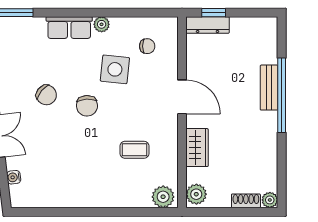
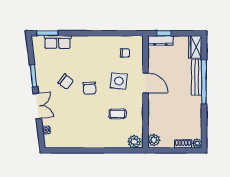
plant: (102, 24) -> (98, 40), removed
row of seats: (69, 28) -> (58, 42), moved
side table: (115, 69) -> (119, 81), moved
bench: (269, 88) -> (197, 77), width x1.36
wardrobe: (197, 148) -> (195, 47), moved, turned 180

